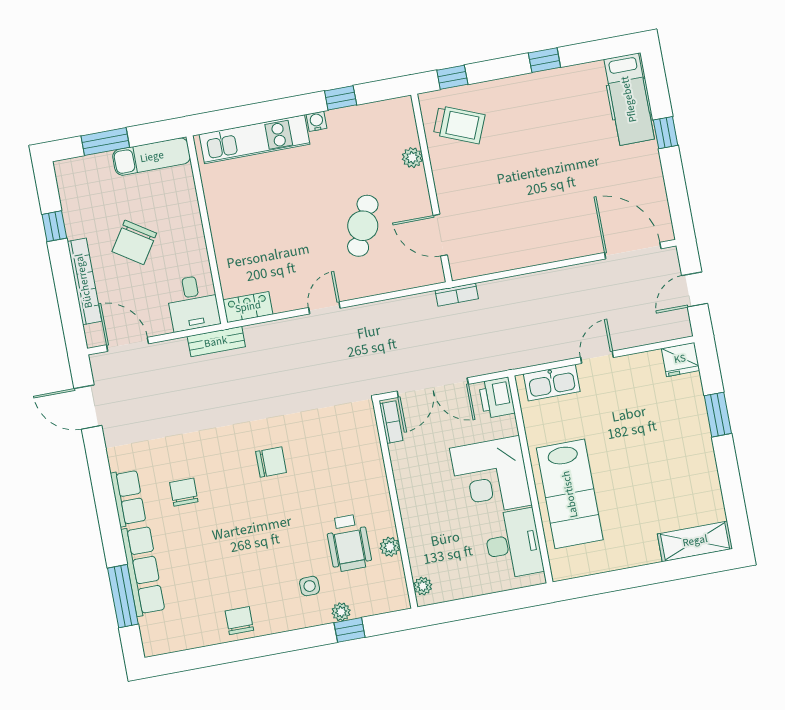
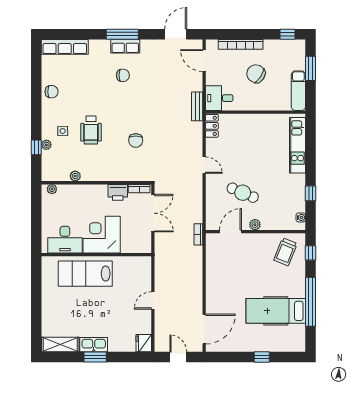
window: (544, 60) -> (310, 302), width x3.17
hospital bed: (629, 99) -> (276, 311), moved, width x1.37, depth x1.29
water cooler: (317, 121) -> (301, 217), moved
plant: (412, 158) -> (255, 225), moved
window: (54, 226) -> (288, 34), moved
door: (128, 344) -> (204, 61), swing flipped
door: (597, 357) -> (153, 300), swing flipped
kitchen sink: (552, 383) -> (94, 345), moved, turned 90
double door: (433, 388) -> (153, 213), swing flipped
printer: (497, 398) -> (118, 192), moved, turned 180
window: (718, 415) -> (95, 357), moved
chair: (271, 462) -> (136, 141), moved
shelving: (695, 541) -> (60, 344), moved, turned 90
wheelchair: (349, 543) -> (91, 130), moved, turned -90
row of seats: (143, 571) -> (65, 47), moved
window: (123, 596) -> (122, 34), moved

